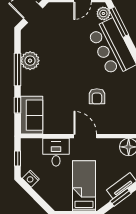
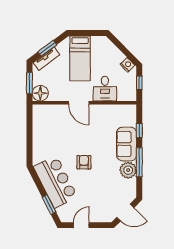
plant: (103, 13) -> (63, 212), removed
window: (119, 22) -> (49, 205), width x0.69
armchair: (97, 96) -> (84, 162), moved
sofa: (32, 115) -> (127, 144), moved

